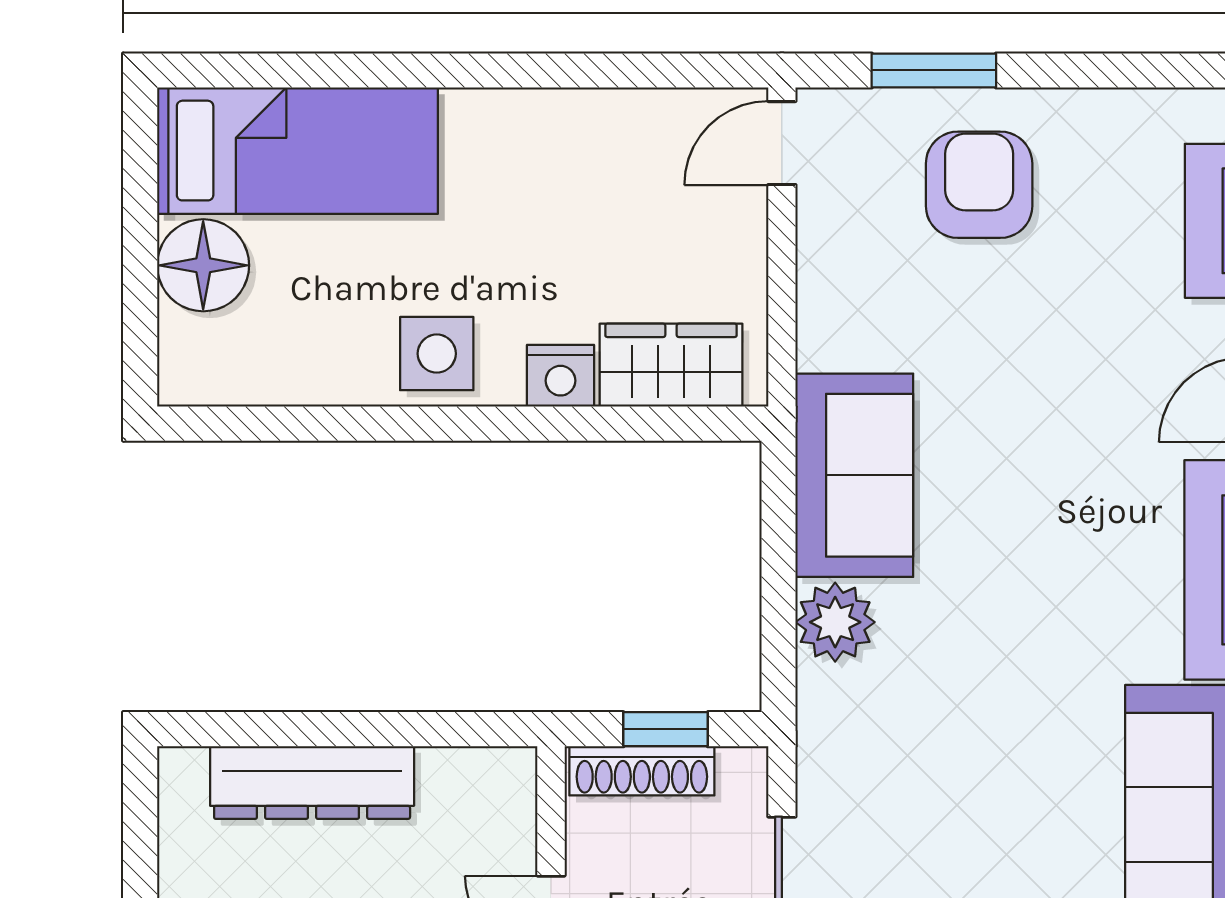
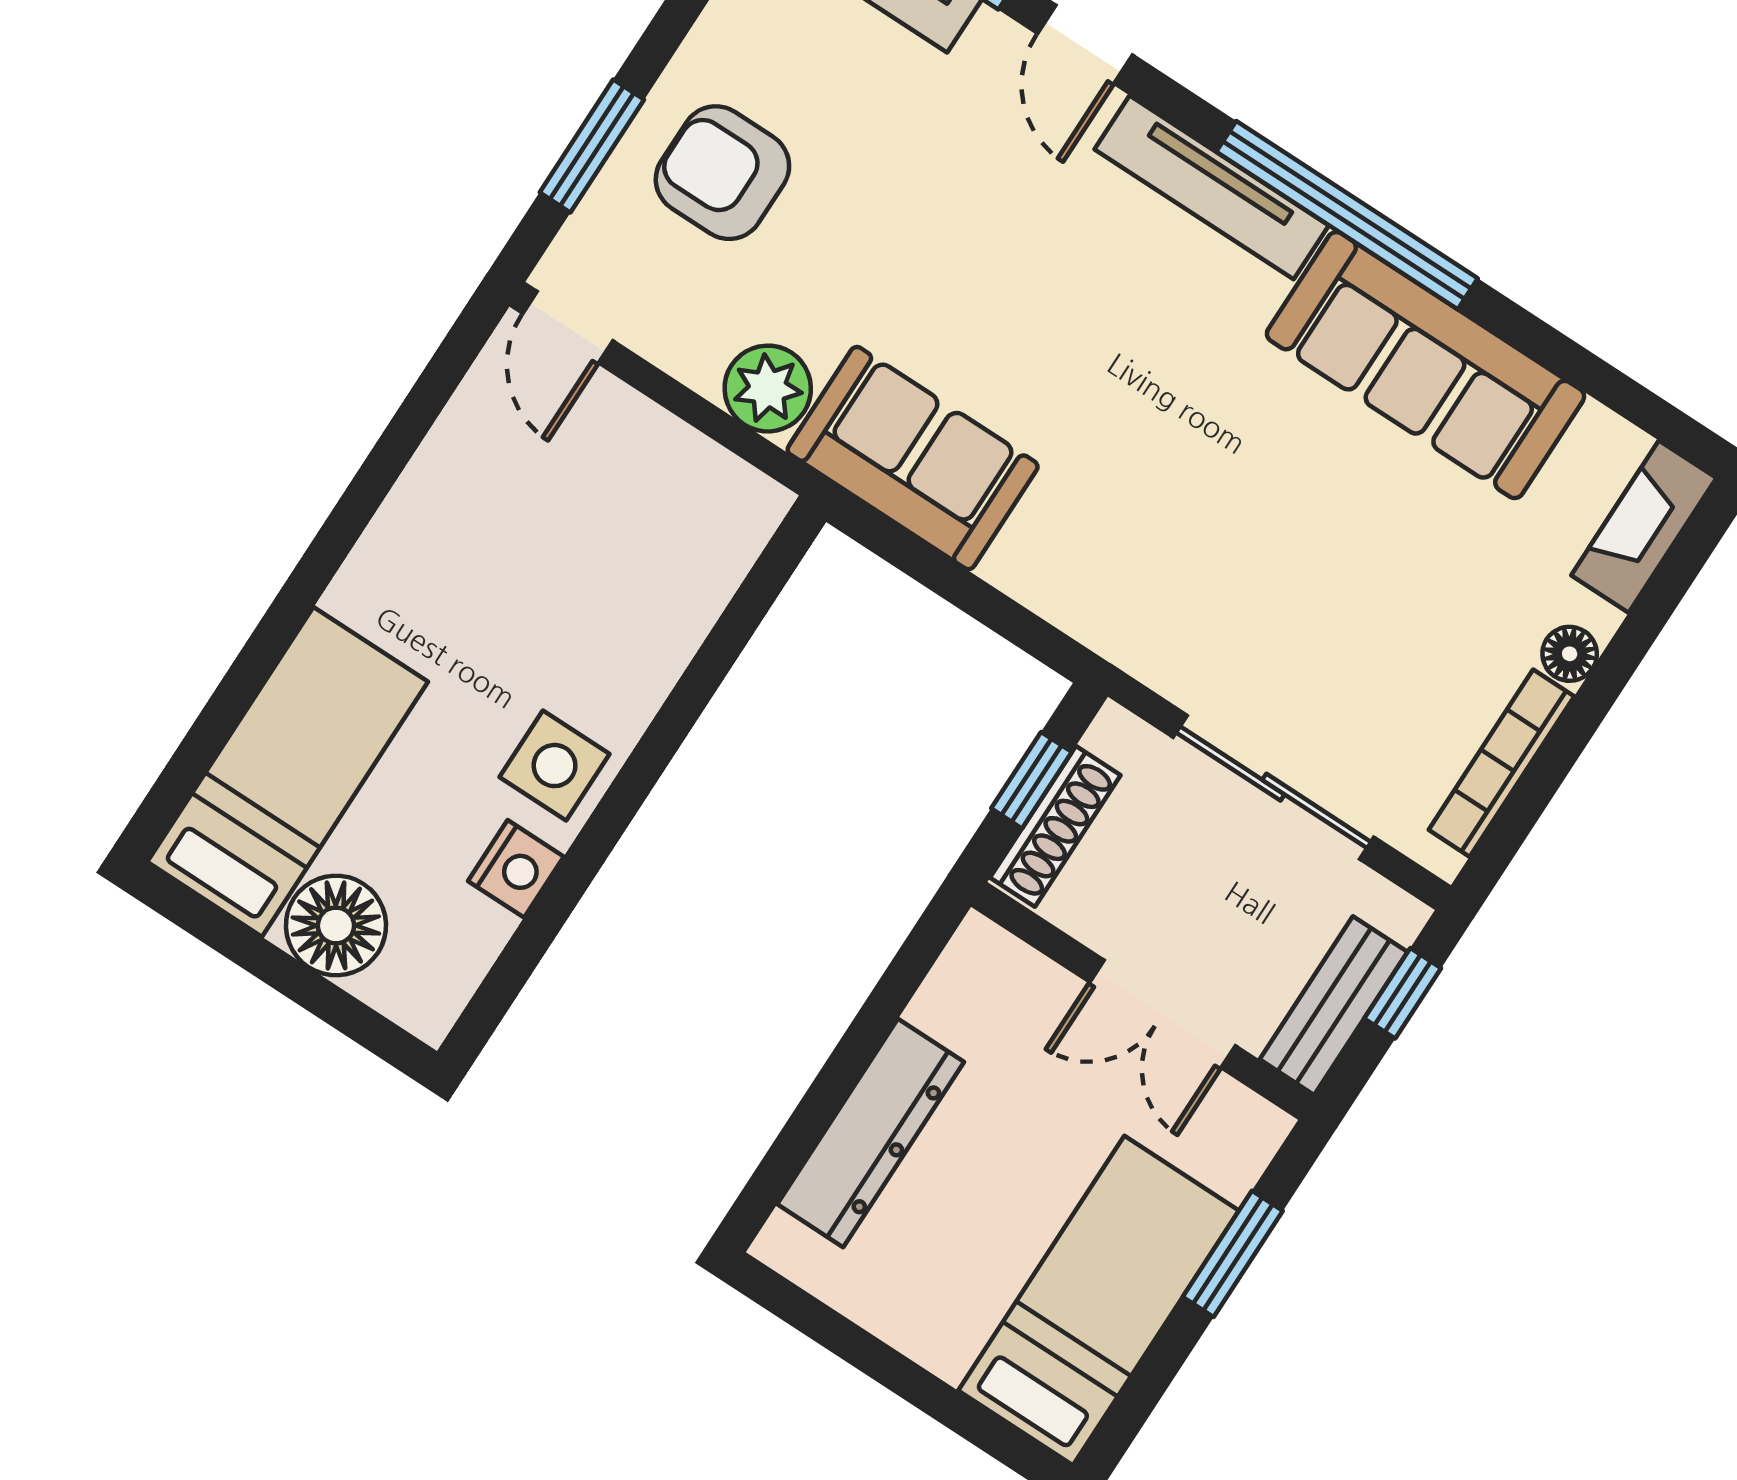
wardrobe: (671, 365) -> (704, 560), removed
nightstand: (560, 376) -> (516, 869), moved
plant: (835, 622) -> (768, 389), moved

